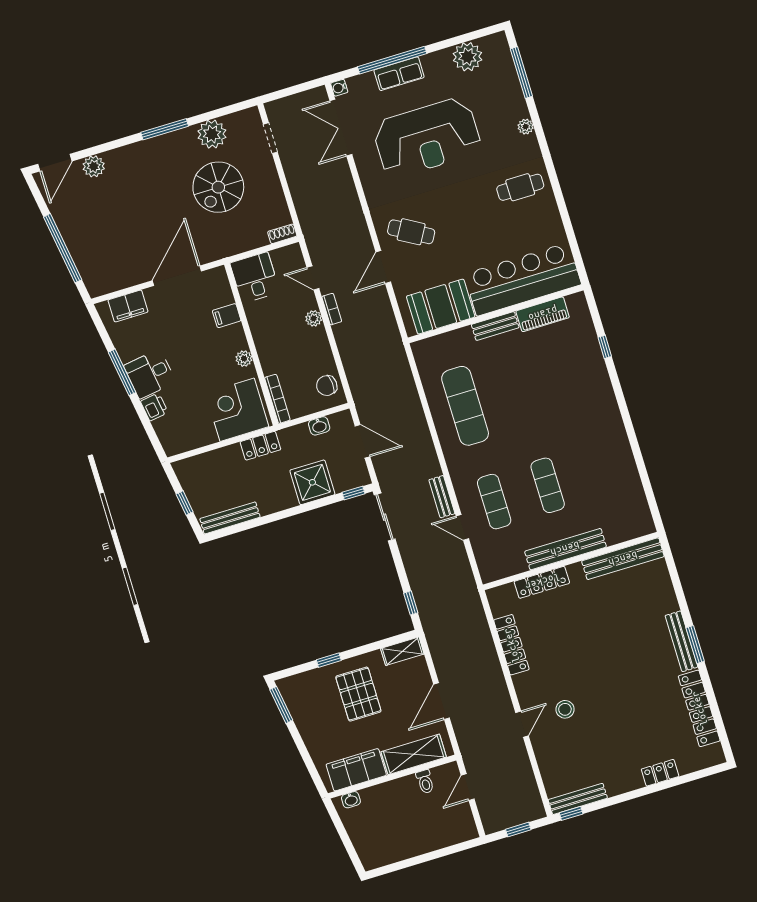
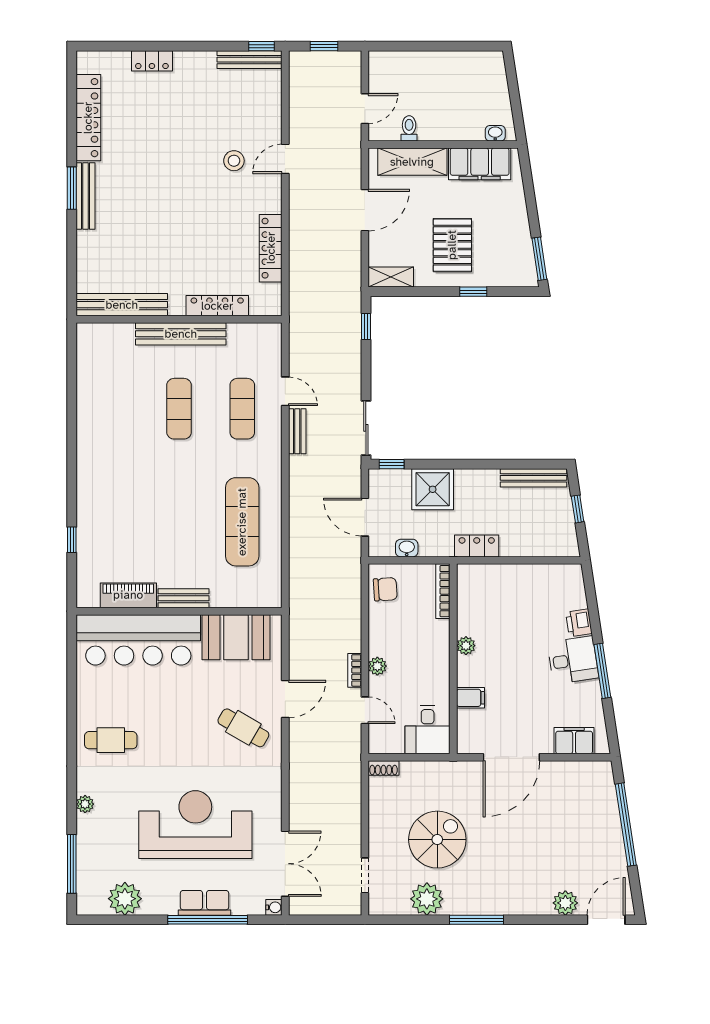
corner desk: (237, 410) -> (490, 593), removed

